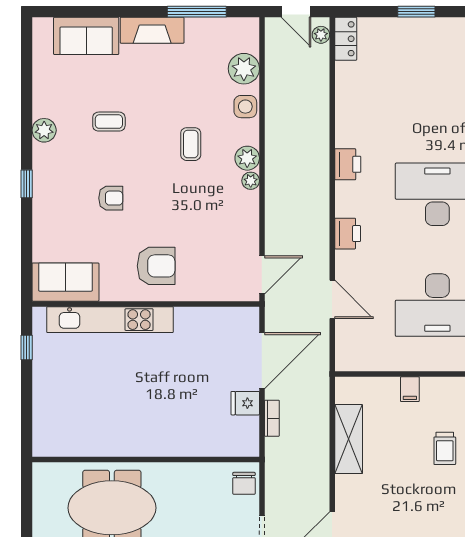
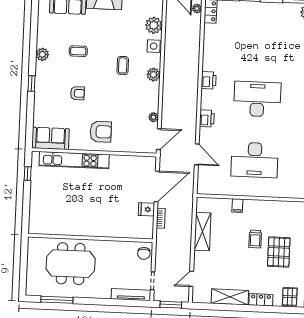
plant: (251, 181) -> (153, 117), moved

